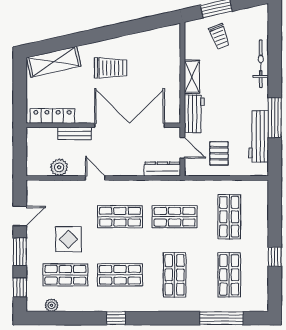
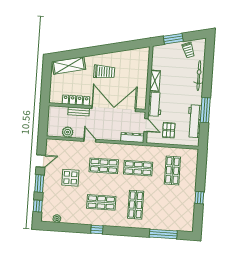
trolley: (219, 36) -> (188, 50), moved
locker: (52, 116) -> (76, 100), moved
shop shelf: (65, 275) -> (67, 200), removed
shop shelf: (229, 275) -> (170, 207), removed

